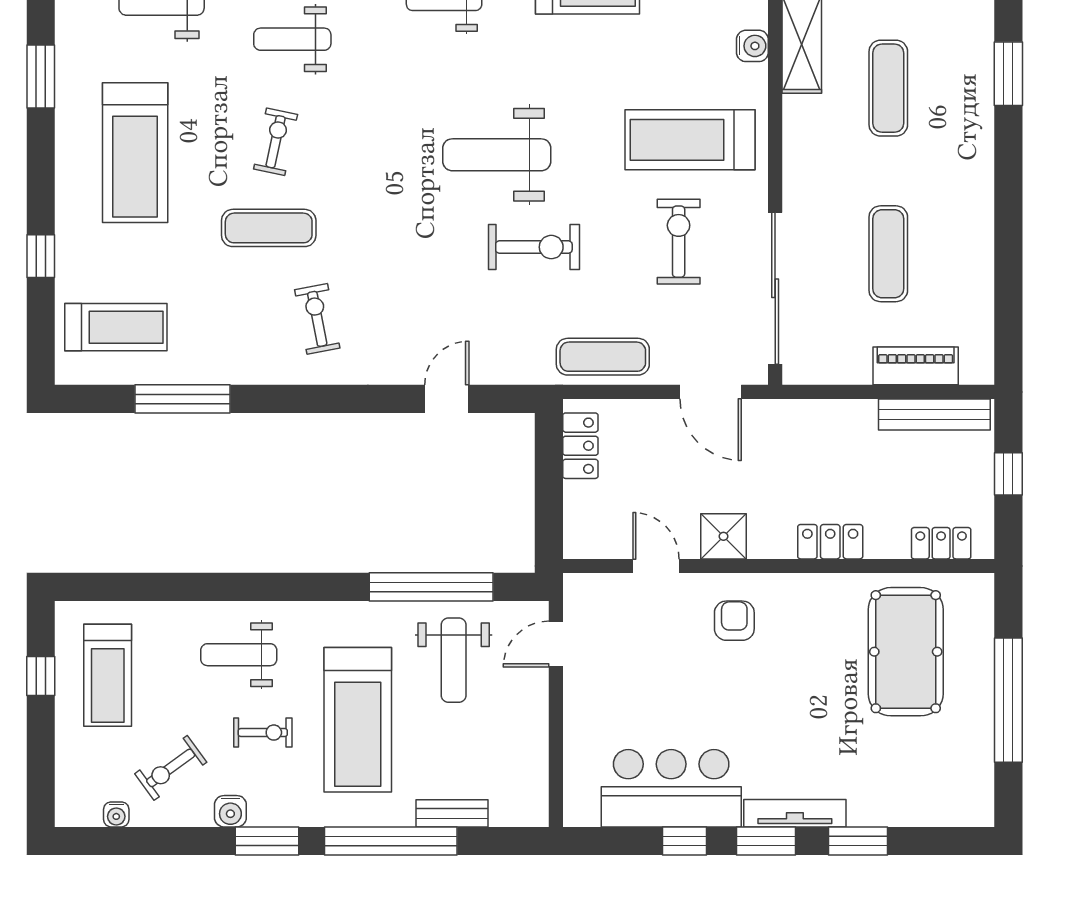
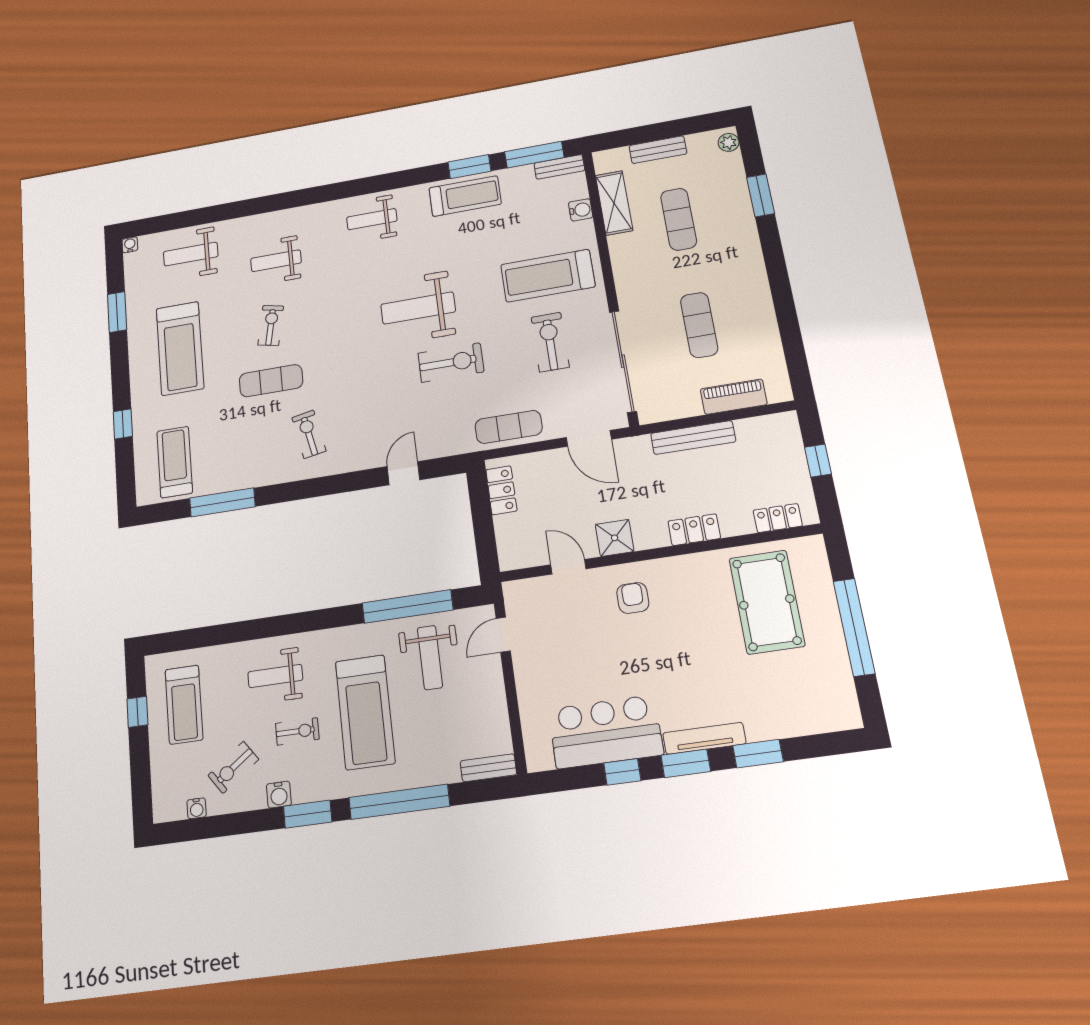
treadmill: (116, 327) -> (175, 462), turned -90
bench: (934, 415) -> (693, 438), moved
bench: (452, 813) -> (488, 768), moved

